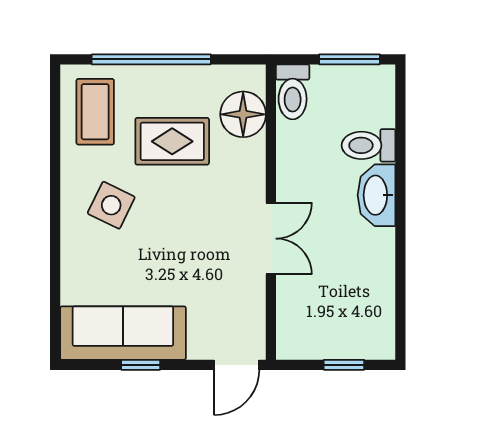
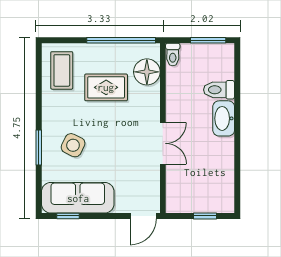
window: (151, 59) -> (121, 40), moved
toilet: (293, 92) -> (173, 55), width x0.73, depth x0.72
side table: (111, 205) -> (73, 145), moved
window: (55, 246) -> (39, 148), added
window: (141, 365) -> (68, 216), moved

